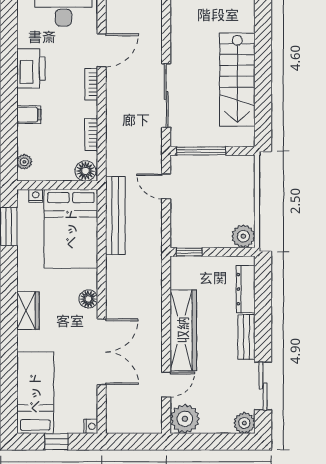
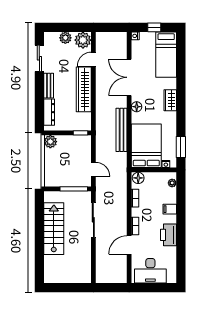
bench: (115, 216) -> (122, 130), moved
plant: (244, 423) -> (65, 38), moved

